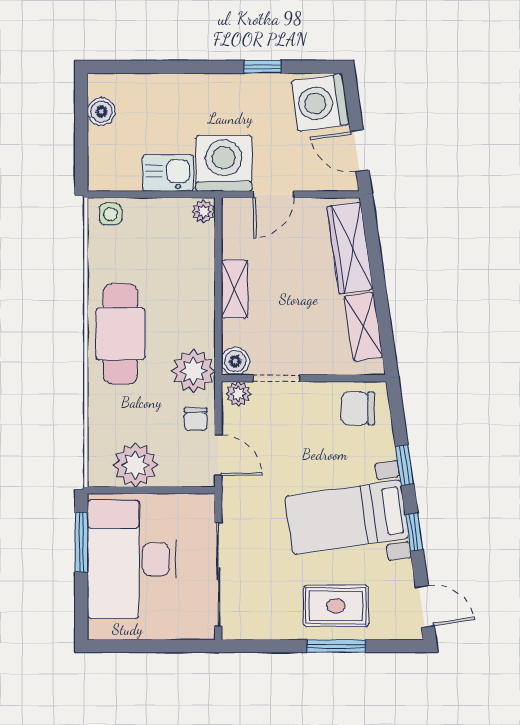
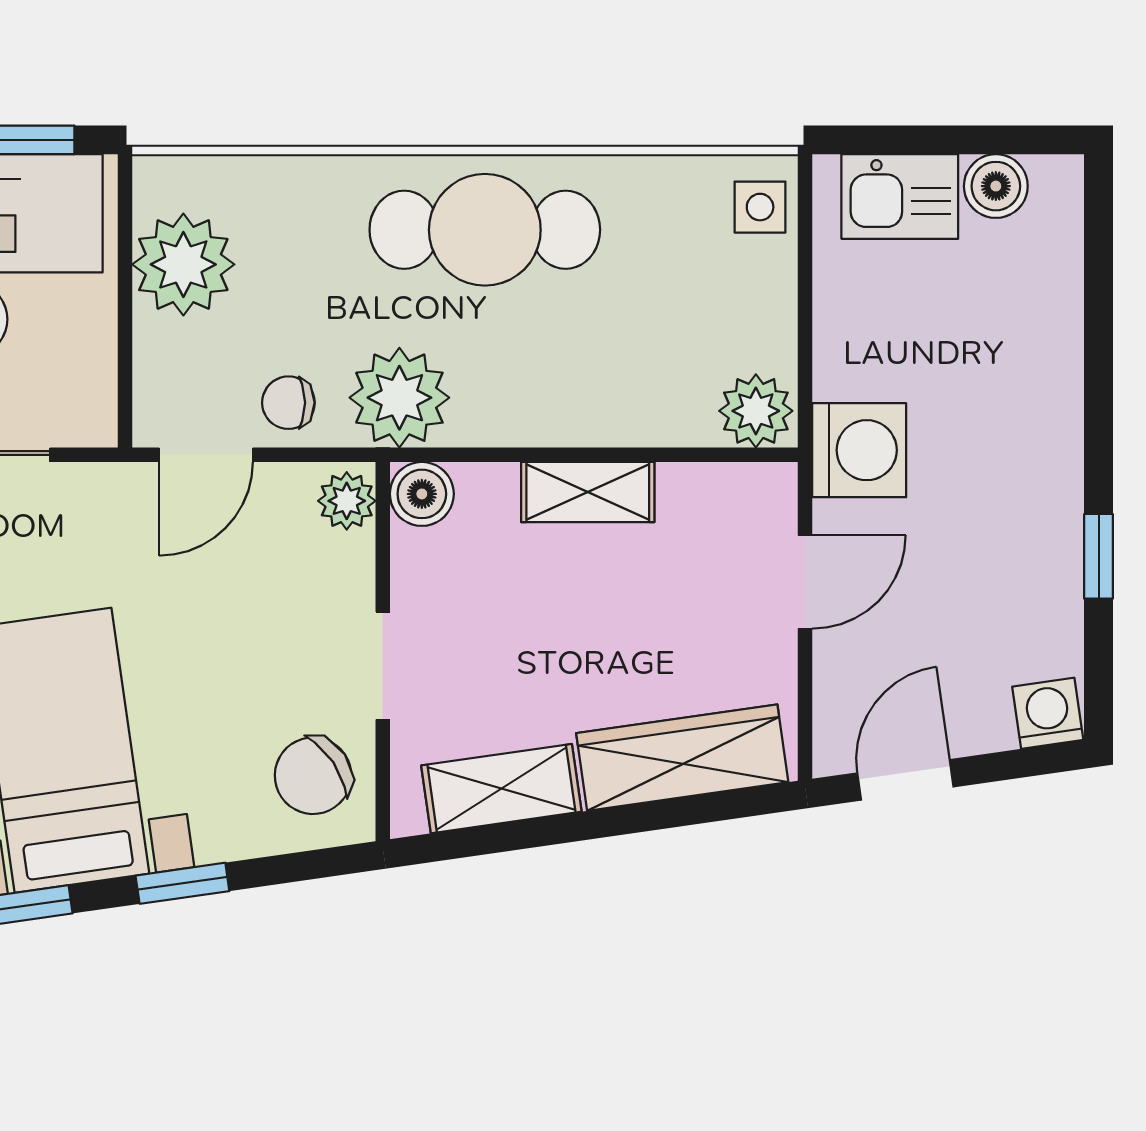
washing machine: (320, 103) -> (1048, 713), width x0.53, depth x0.53
washing machine: (224, 163) -> (859, 450), width x0.73, depth x0.73
kitchen sink: (168, 173) -> (900, 197), moved, turned 90
door: (274, 194) -> (805, 582), swing flipped
plant: (204, 212) -> (756, 411), width x1.38, depth x1.38
doorway: (277, 378) -> (383, 666), moved
chair: (358, 408) -> (313, 776), turned -124

